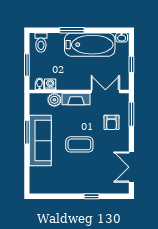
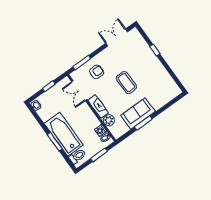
bathtub: (90, 45) -> (64, 134), moved
sofa: (40, 141) -> (138, 113), width x0.73
double door: (131, 167) -> (117, 38), swing flipped

